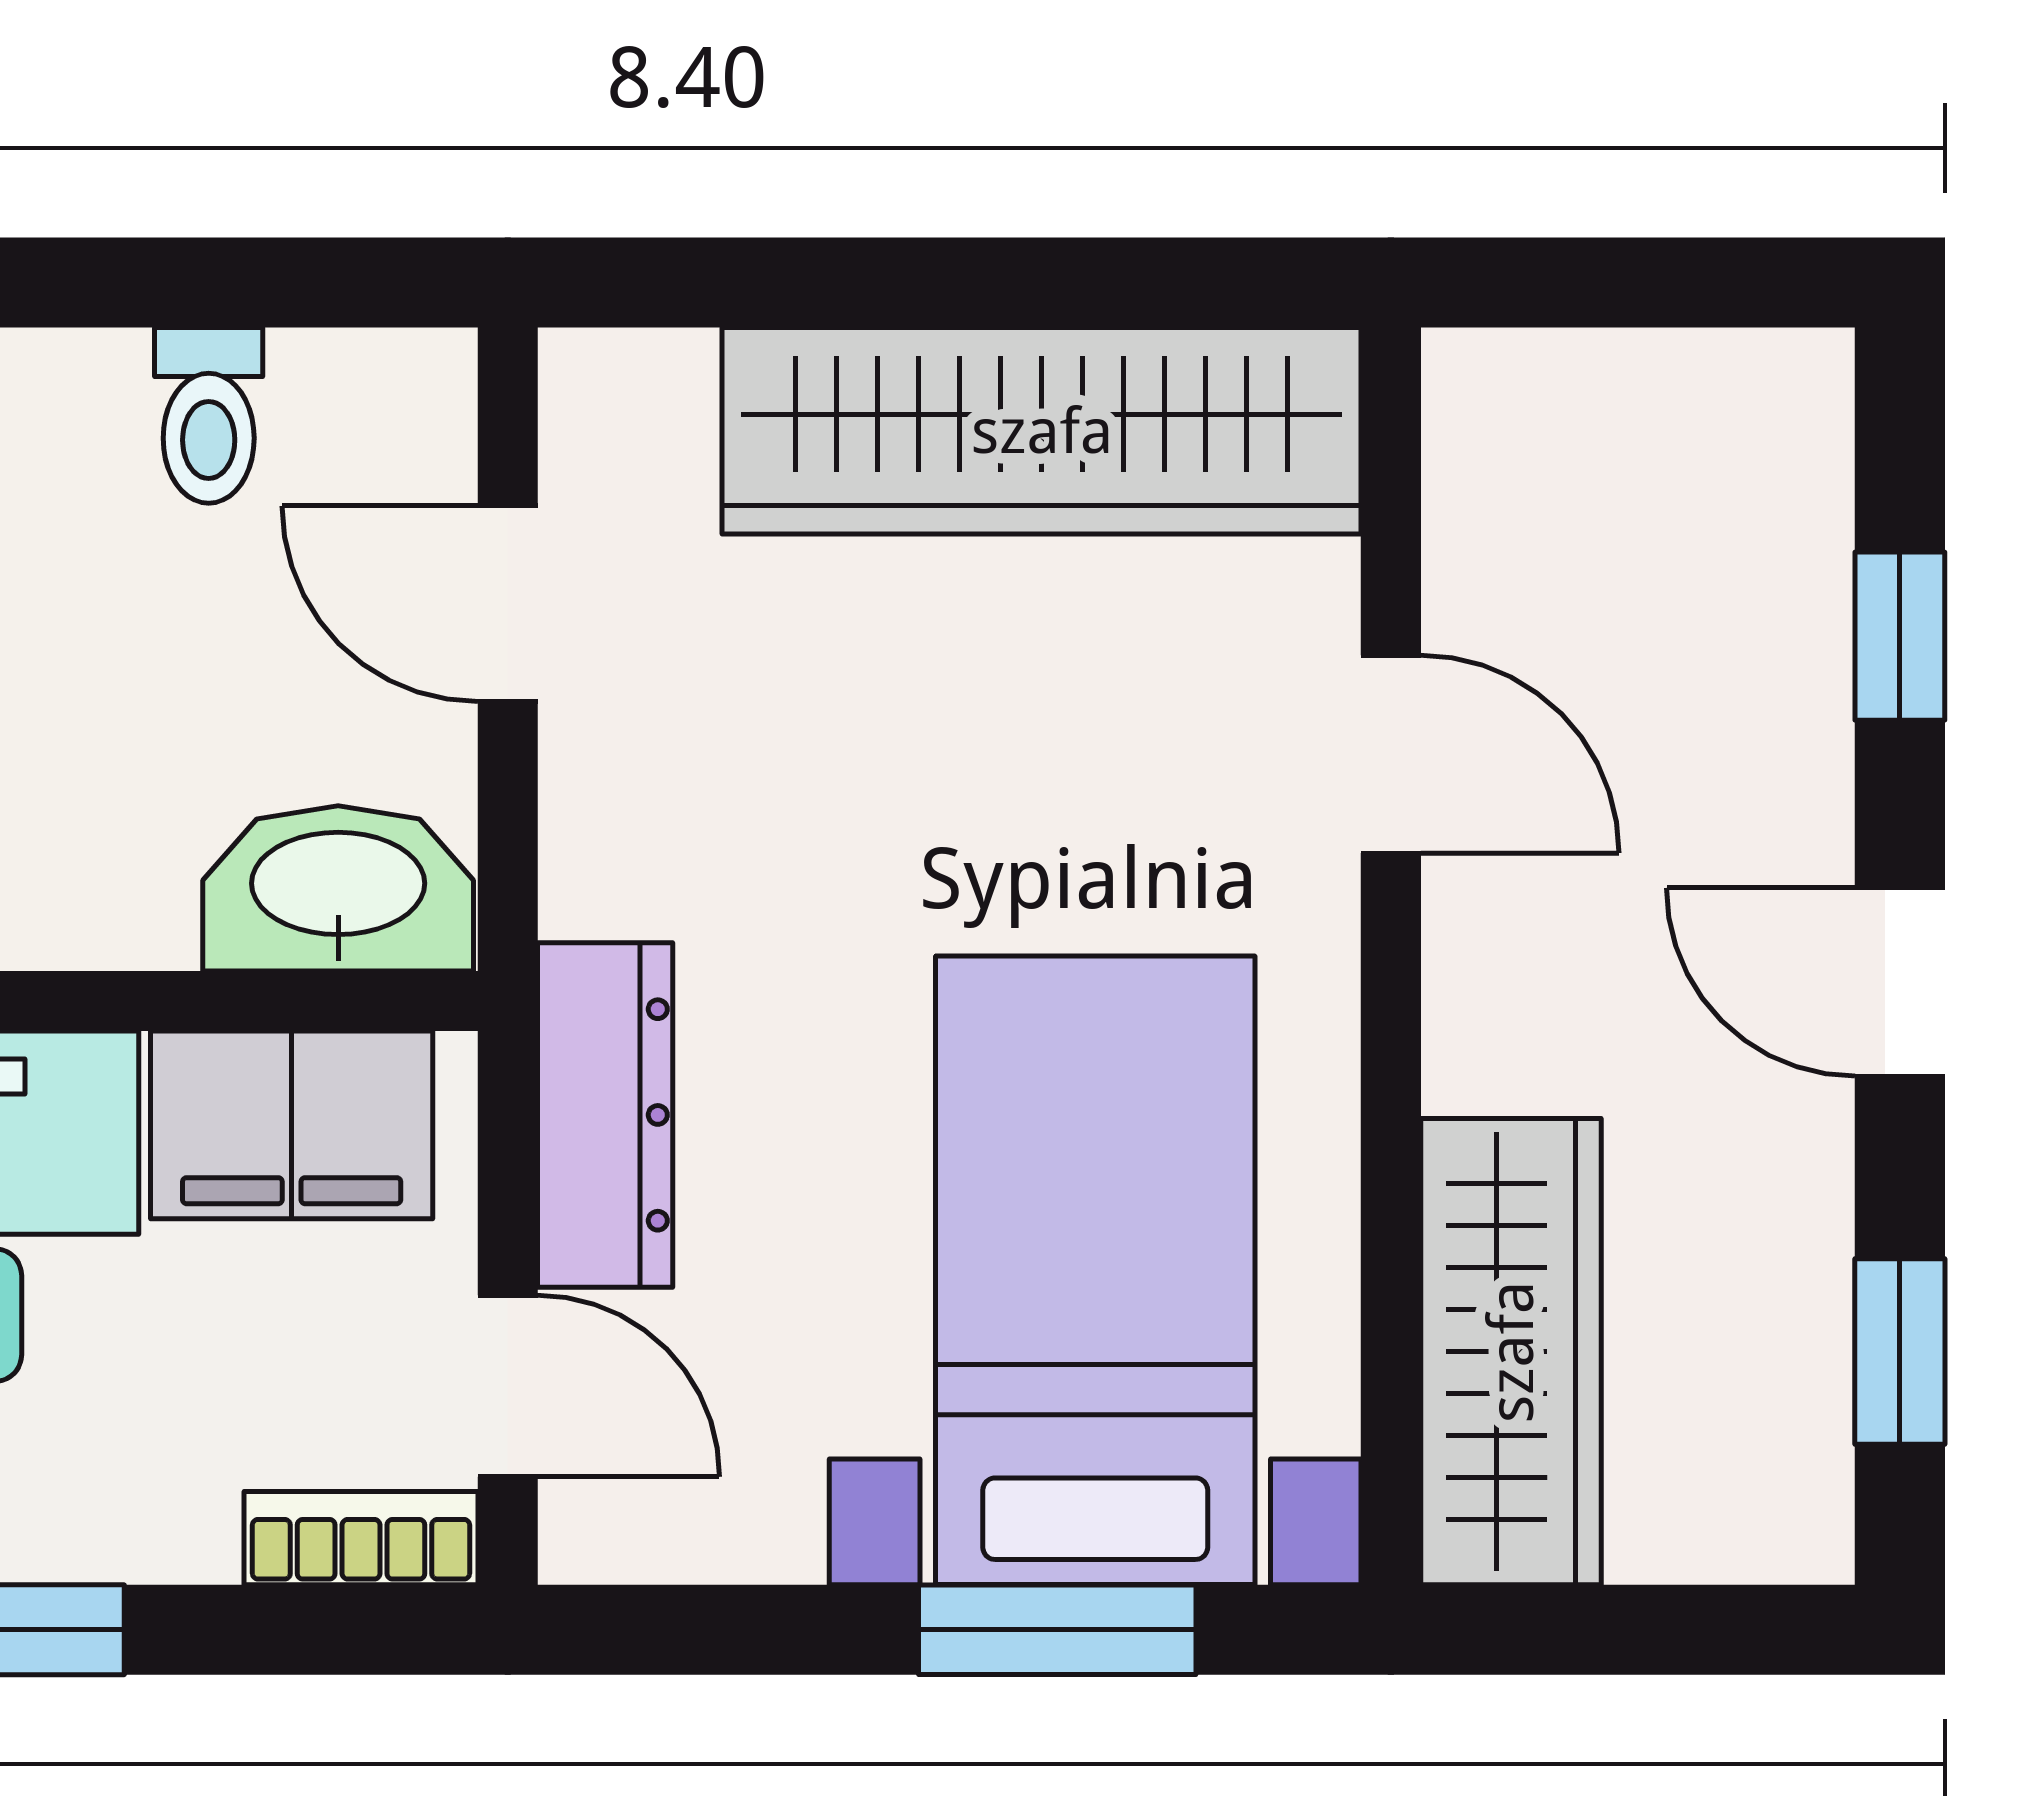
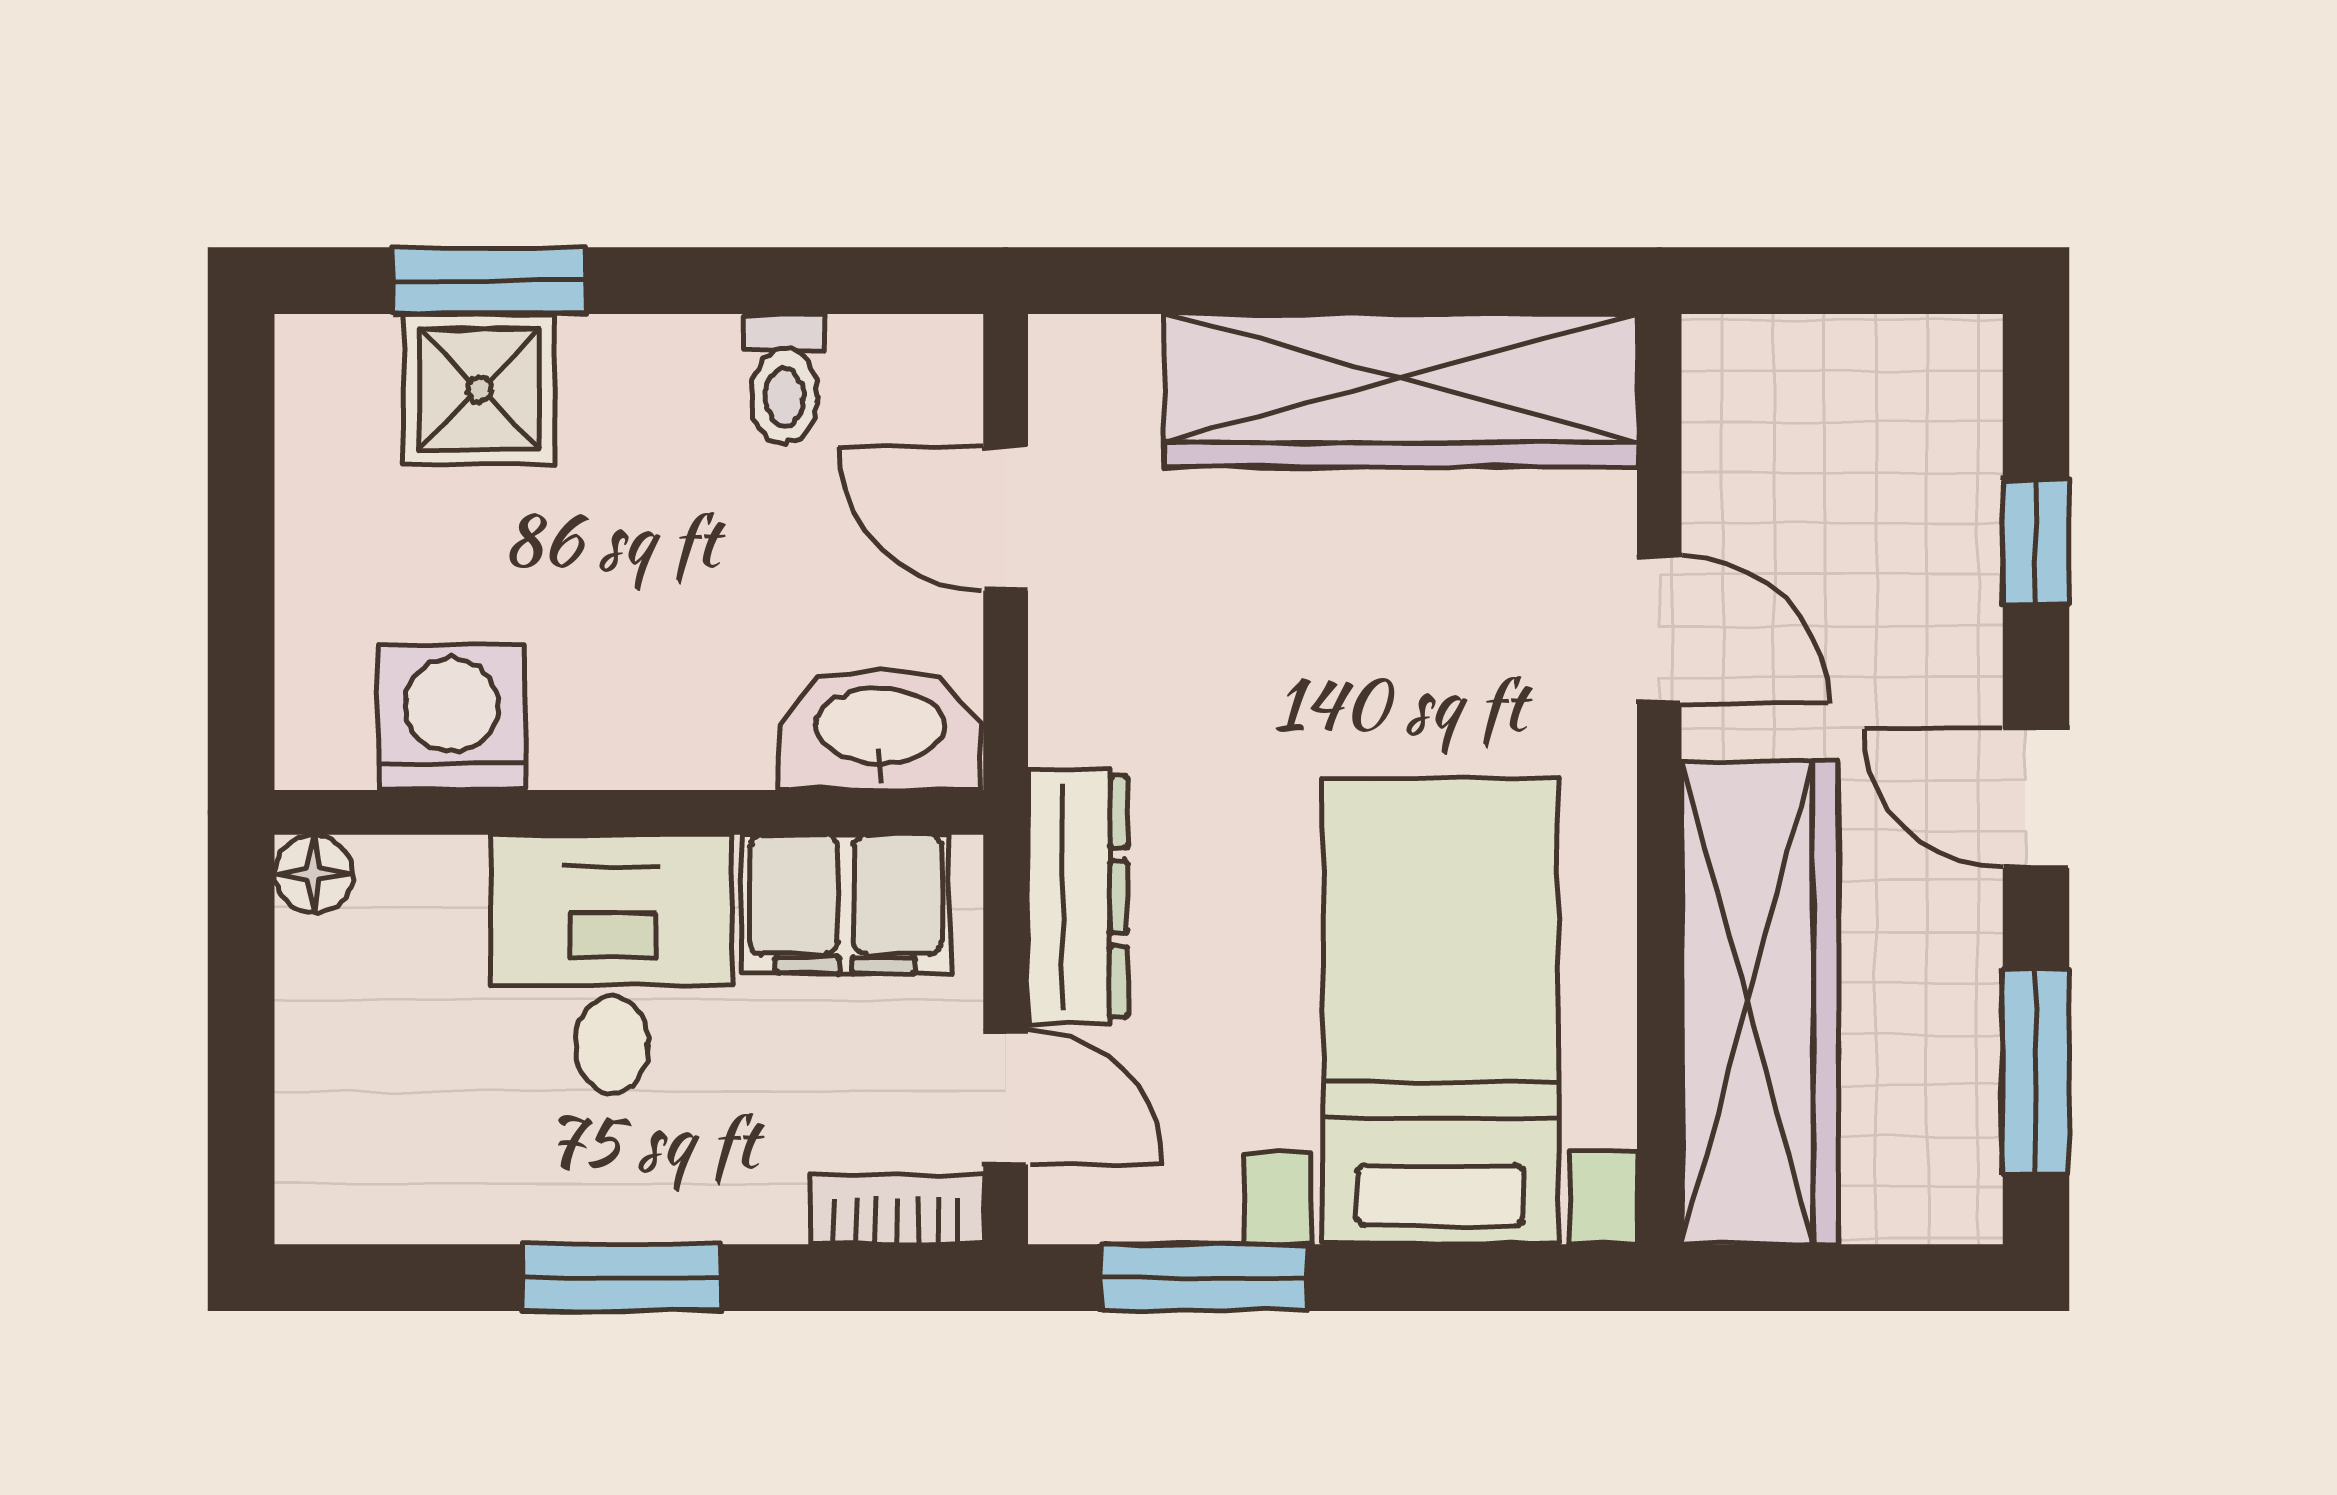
wardrobe: (1511, 1352) -> (1760, 1003), width x1.40, depth x1.17
window: (1900, 1352) -> (2036, 1072), width x1.50
window: (1057, 1630) -> (1204, 1278), moved

